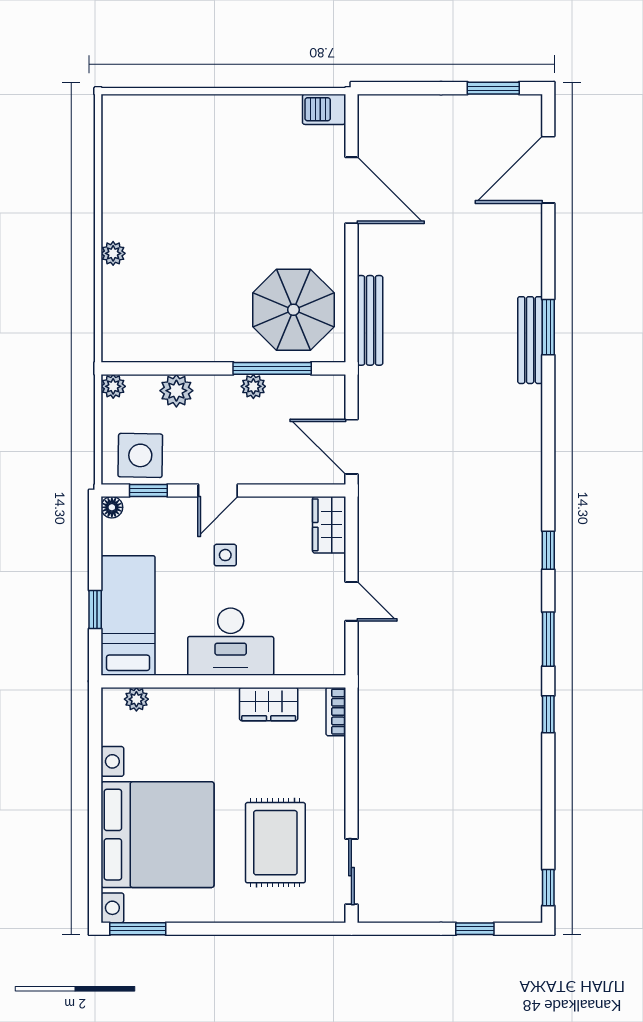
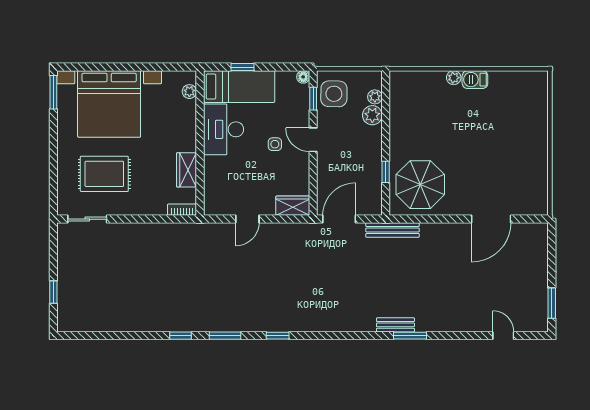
barbecue: (324, 109) -> (475, 80), moved, turned -90
door: (548, 170) -> (503, 336), width x0.53
bench: (370, 320) -> (392, 230), moved
bench: (530, 340) -> (395, 325), width x0.73
window: (272, 368) -> (386, 172), width x0.46
plant: (113, 386) -> (375, 97), moved
plant: (253, 386) -> (375, 161), removed
desk: (231, 642) -> (224, 129), moved
window: (548, 888) -> (78, 336), removed

